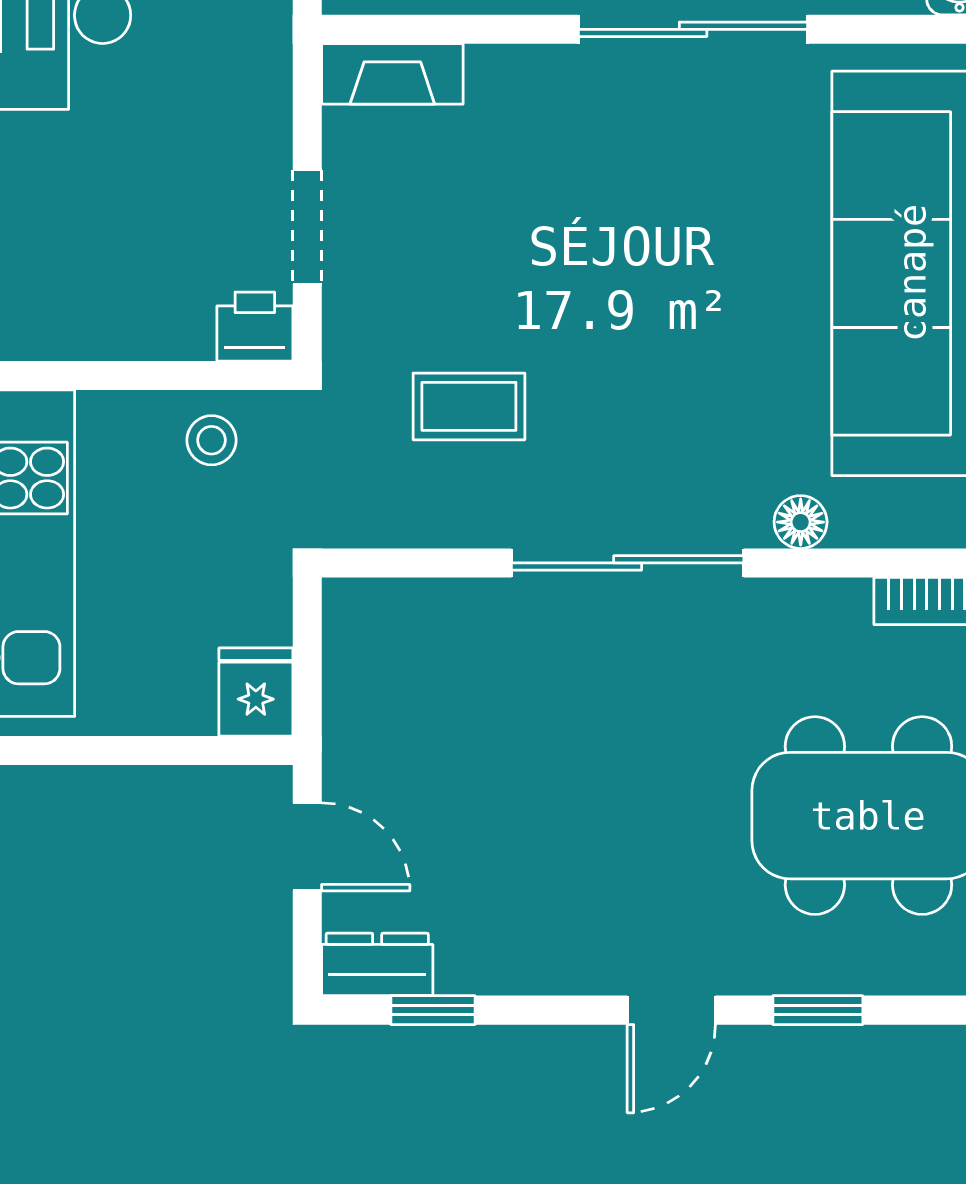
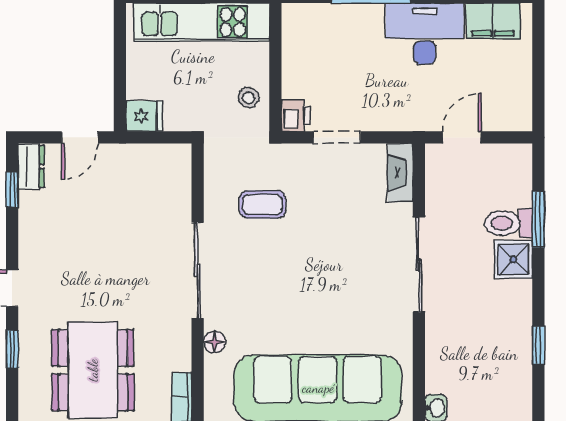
sliding door: (693, 29) -> (419, 265), moved
coffee table: (469, 406) -> (262, 204), turned 90

